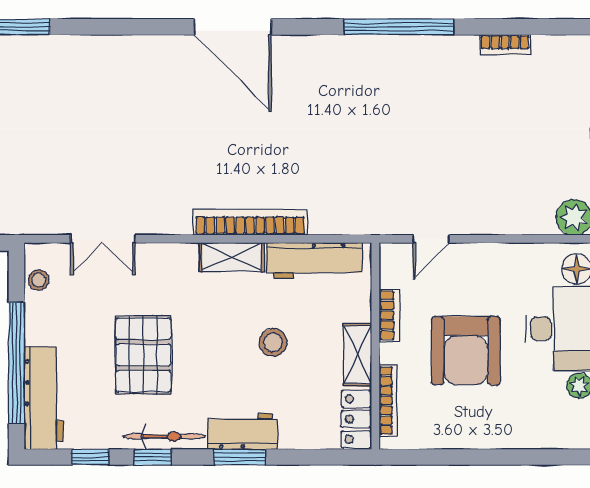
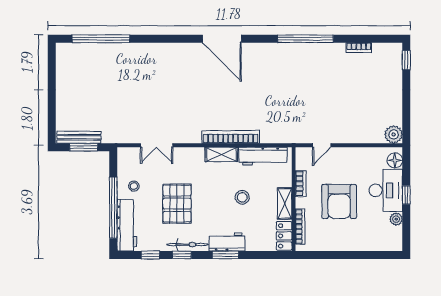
stool: (39, 280) -> (134, 186), moved

